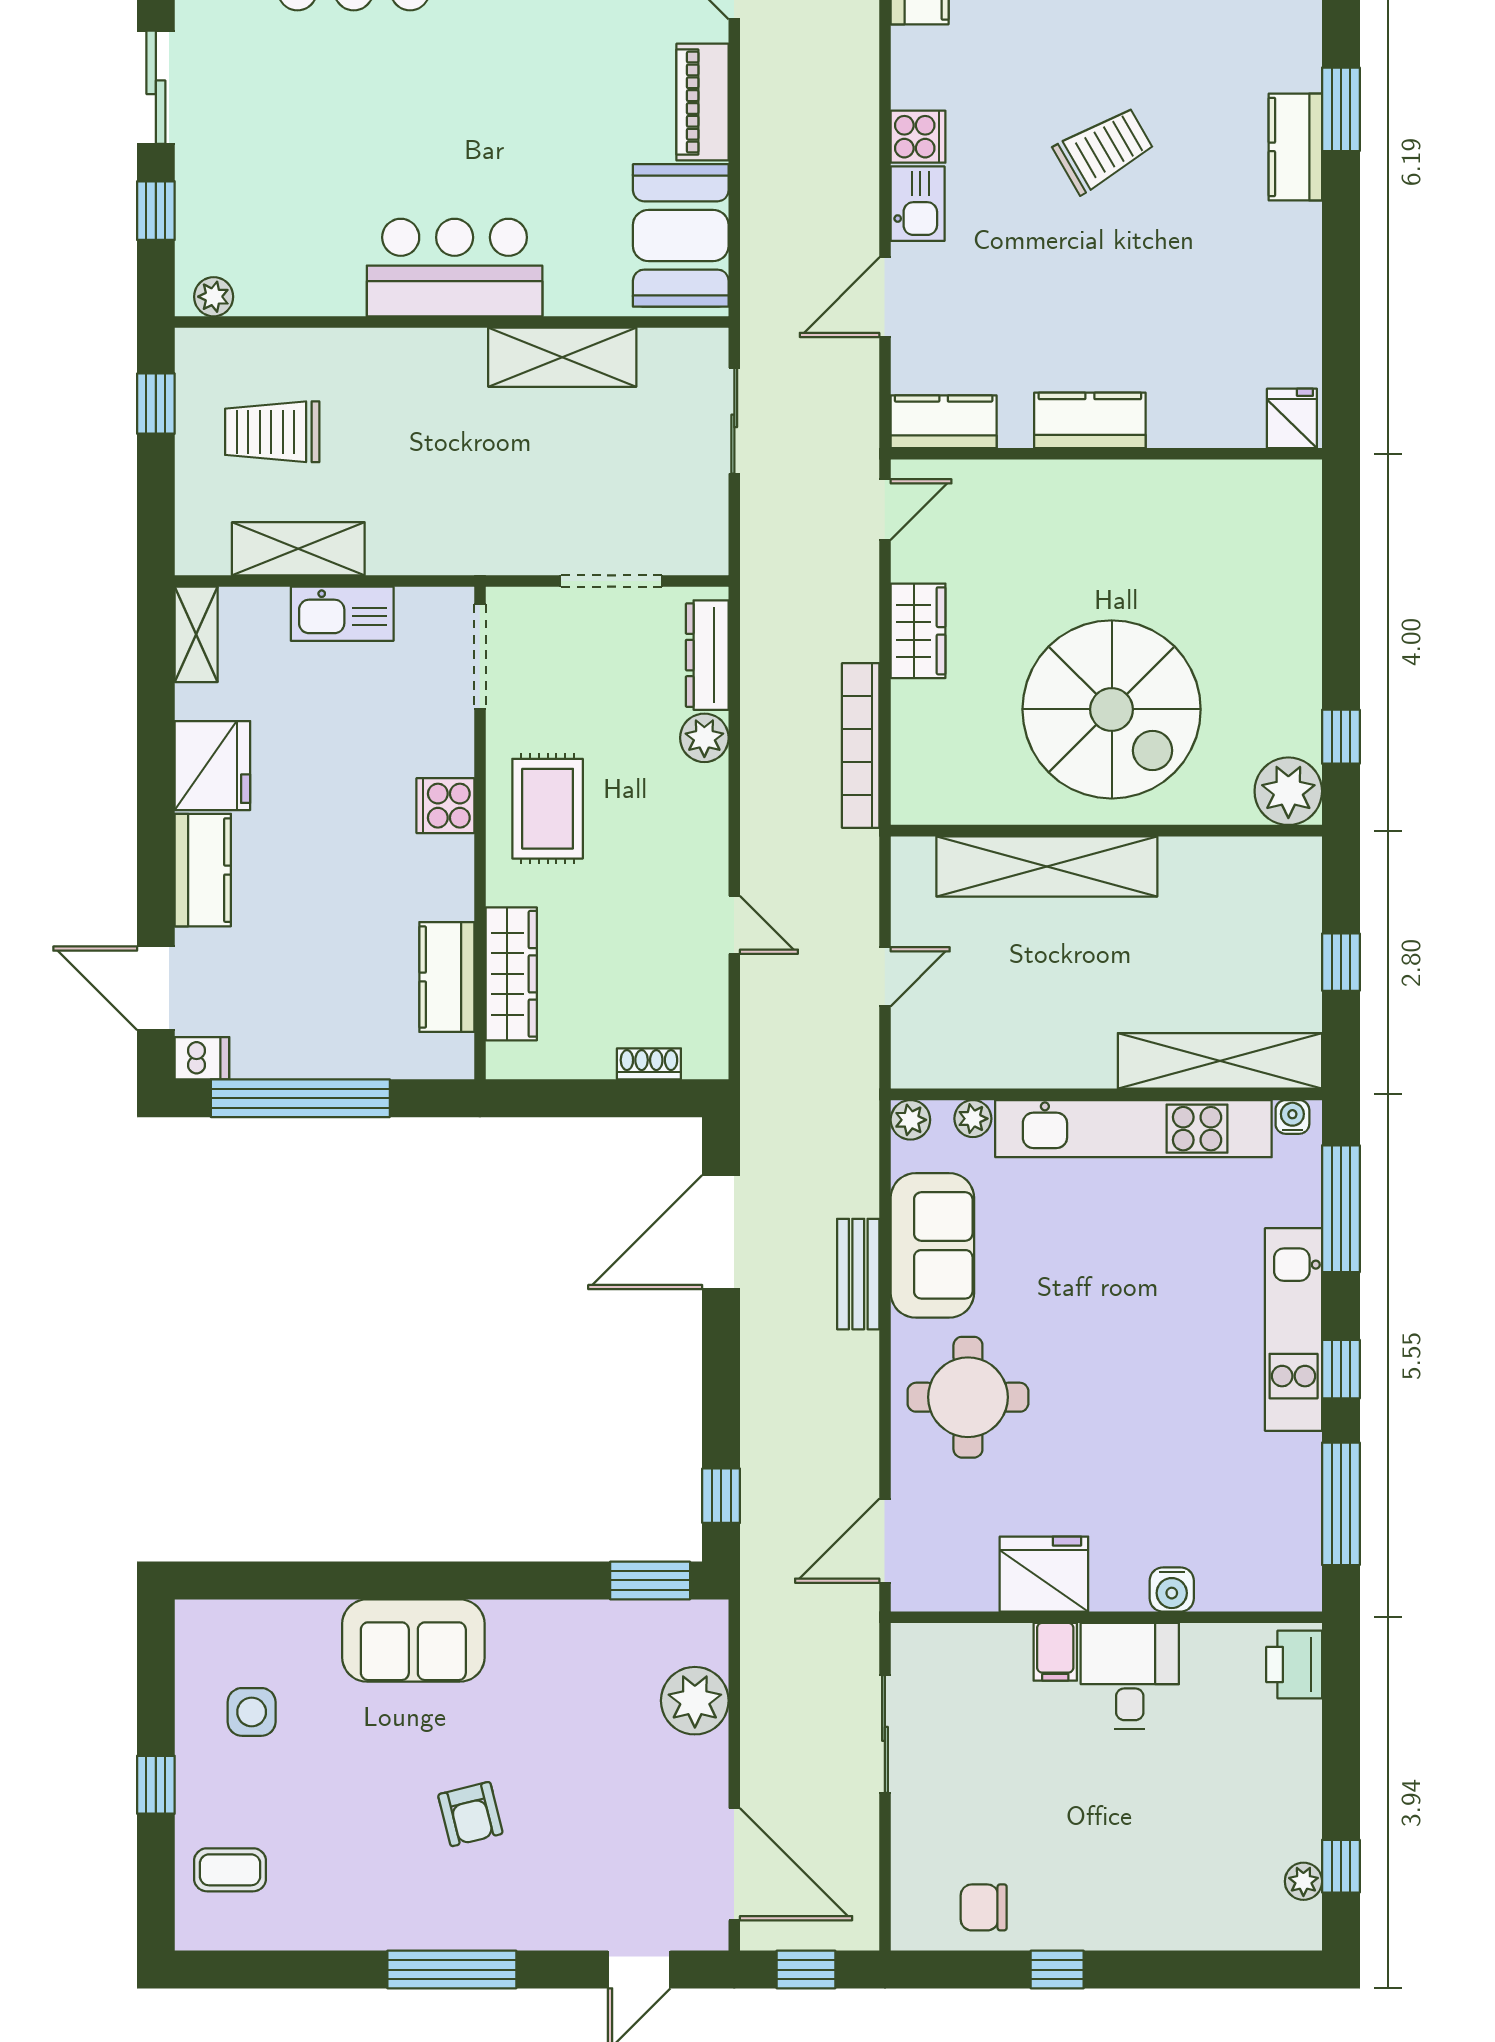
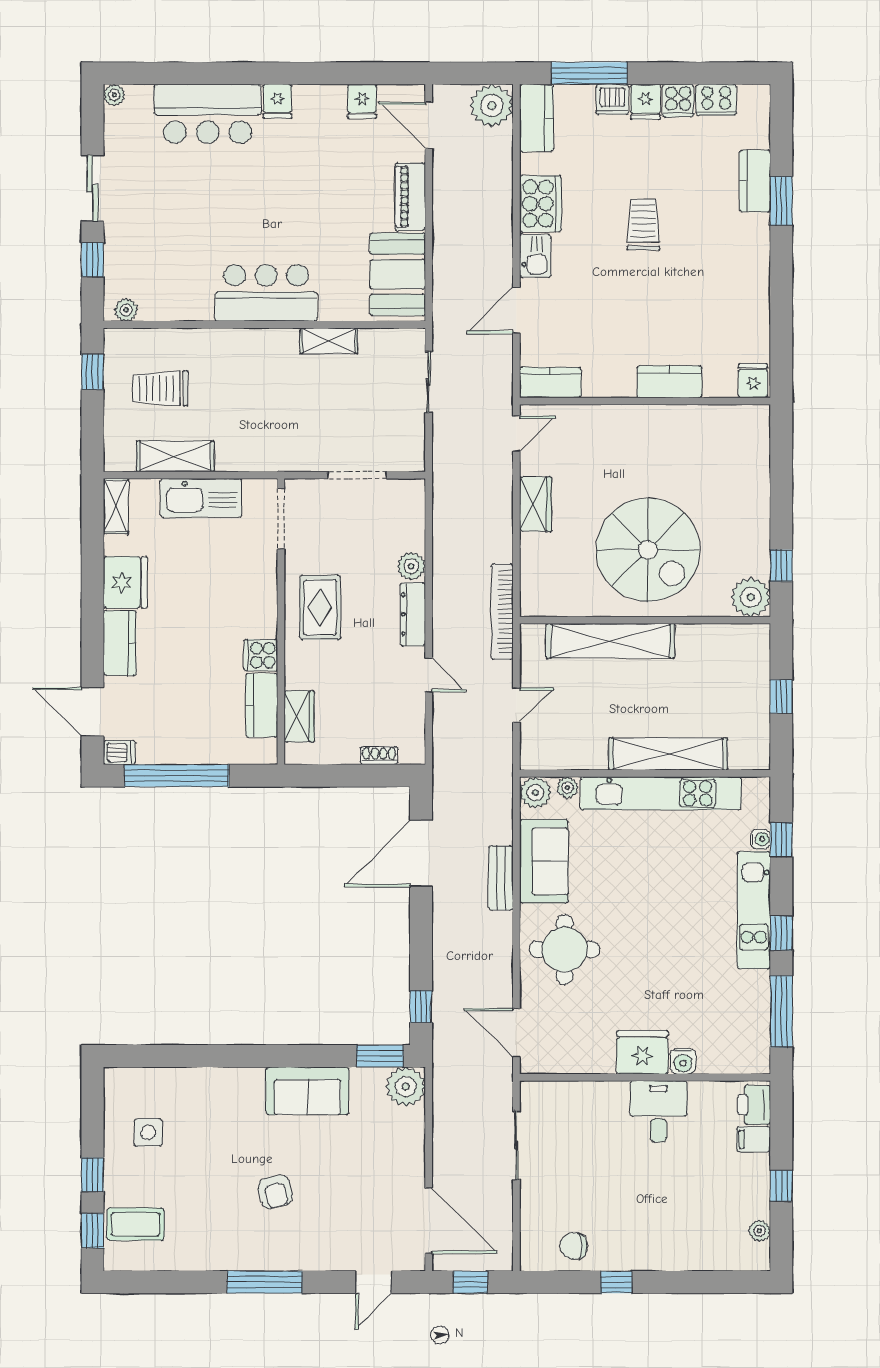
cooker: (918, 137) -> (540, 204), width x1.87, depth x1.31
kitchen counter: (1295, 147) -> (755, 181), moved
trolley: (1104, 150) -> (643, 224), turned -60
shelving: (562, 357) -> (329, 341), width x0.67, depth x0.75
kitchen counter: (1090, 420) -> (669, 382), moved
kitchen sink: (342, 614) -> (201, 498), width x1.36, depth x1.24
dresser: (707, 655) -> (413, 614), moved
bookcase: (861, 746) -> (502, 612), moved
cooker: (445, 806) -> (261, 655), moved
wardrobe: (511, 974) -> (299, 716), width x0.67
shelving: (1220, 1061) -> (668, 754), moved
water cooler: (1292, 1117) -> (761, 839), moved, turned 90
plant: (910, 1120) -> (535, 793), width x1.38, depth x1.38
window: (1341, 1209) -> (781, 840), width x0.46
door: (885, 1541) -> (516, 1033), hinge flipped
fridge: (1044, 1574) -> (642, 1052), moved
sofa: (413, 1641) -> (307, 1091), moved
filing cabinet: (1055, 1652) -> (754, 1139), moved, turned 90
plant: (695, 1701) -> (406, 1087), moved
window: (1341, 1866) -> (781, 1186), moved
coffee table: (230, 1870) -> (136, 1224), width x1.36, depth x1.30
window: (156, 1881) -> (93, 1231), added

